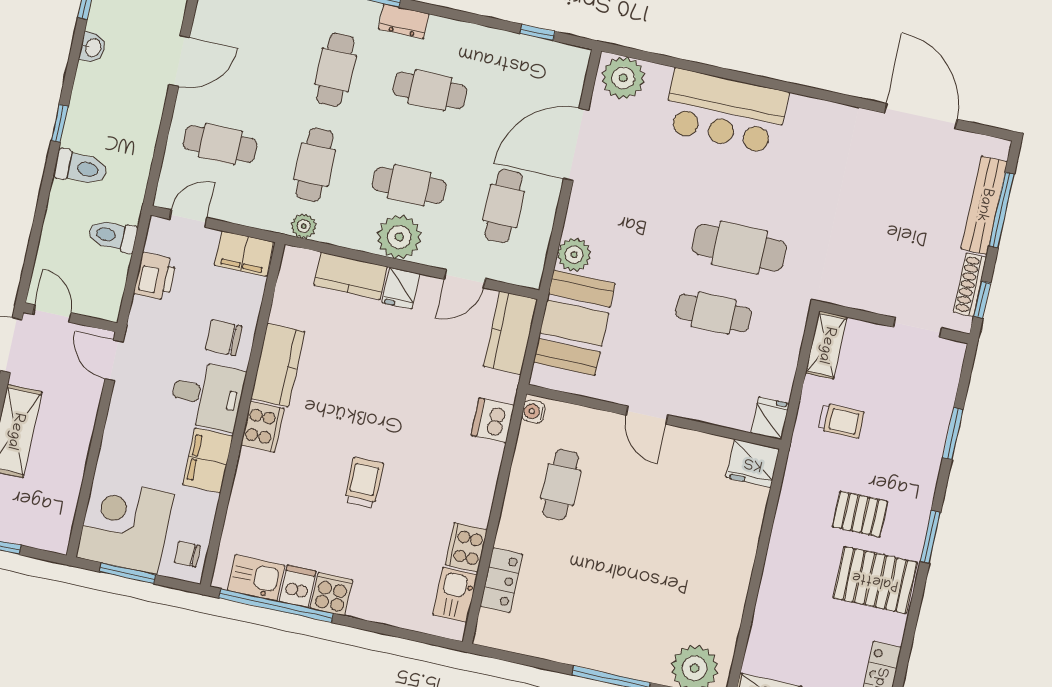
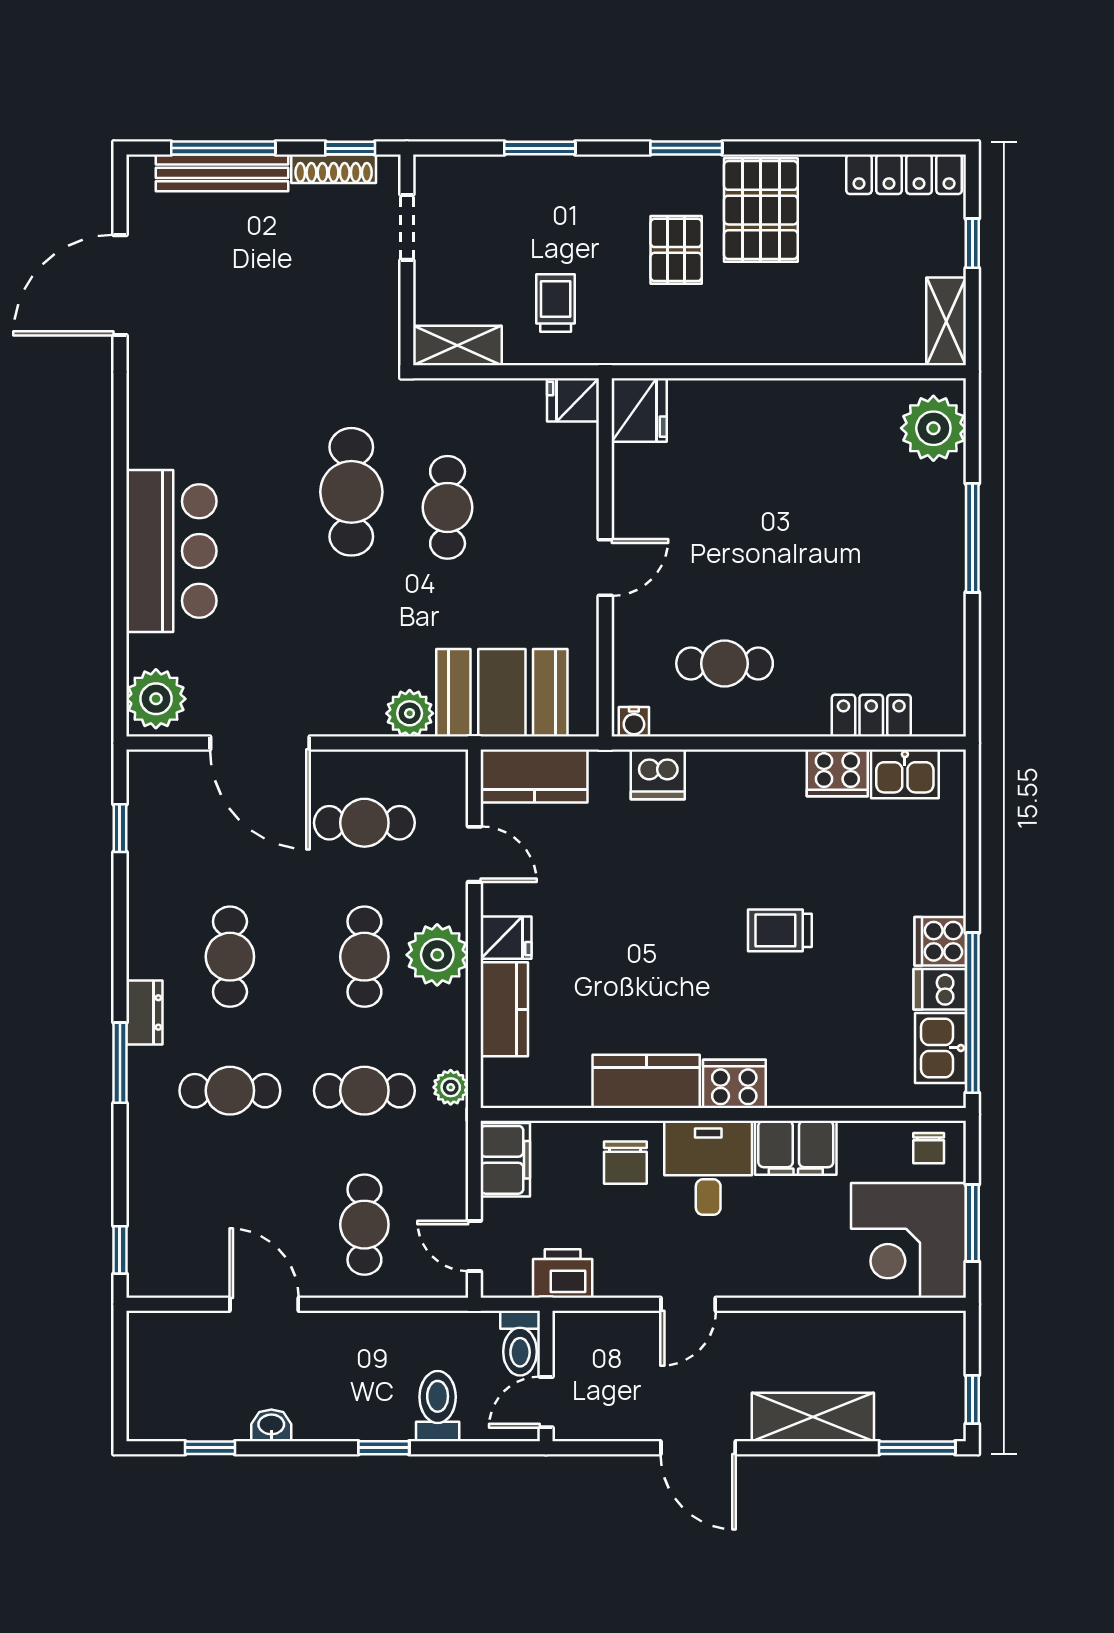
door: (52, 313) -> (546, 1402), moved
wall: (70, 318) -> (546, 1376), moved

